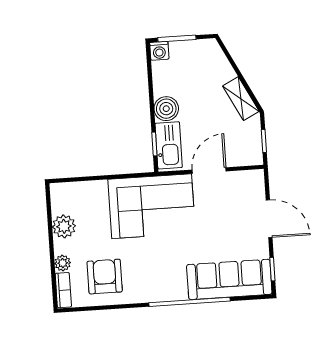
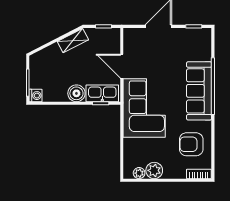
plant: (63, 263) -> (139, 173), moved
sofa: (229, 279) -> (199, 91), moved

